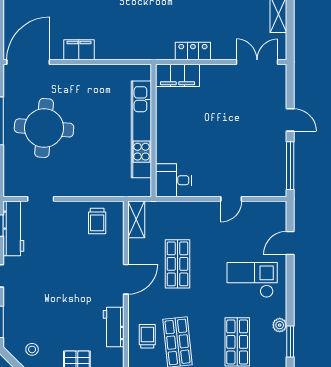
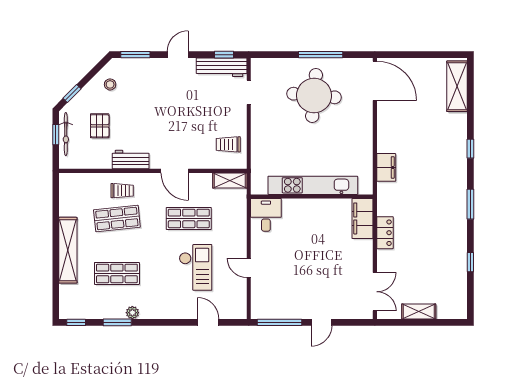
filing cabinet: (79, 50) -> (386, 167), moved
checkout: (252, 280) -> (196, 267), moved

